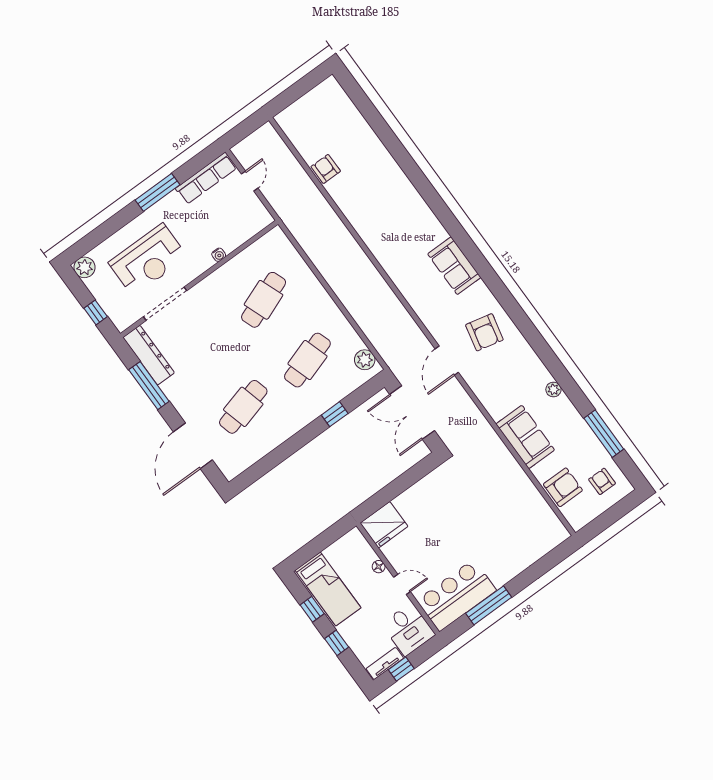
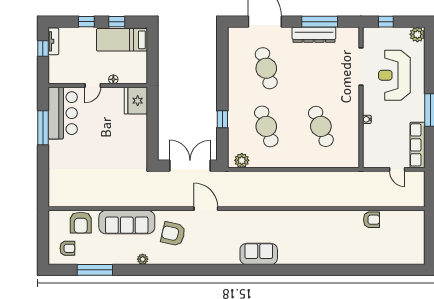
armchair: (484, 332) -> (173, 234), moved
dresser: (149, 355) -> (314, 35), moved
sofa: (525, 437) -> (127, 222), width x1.36
desk: (408, 629) -> (63, 70), removed

